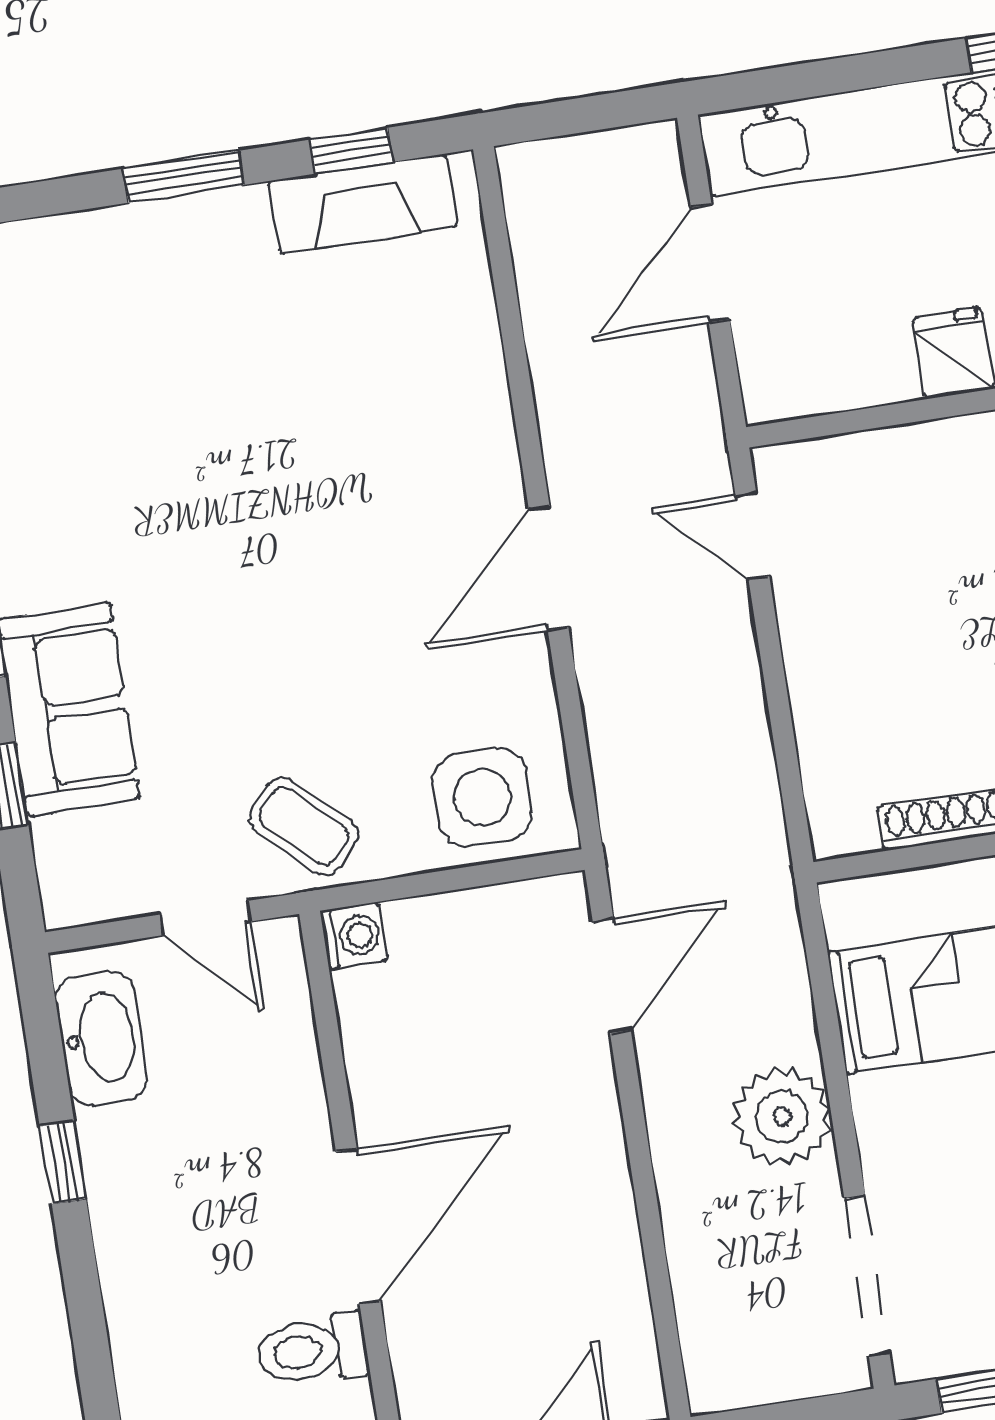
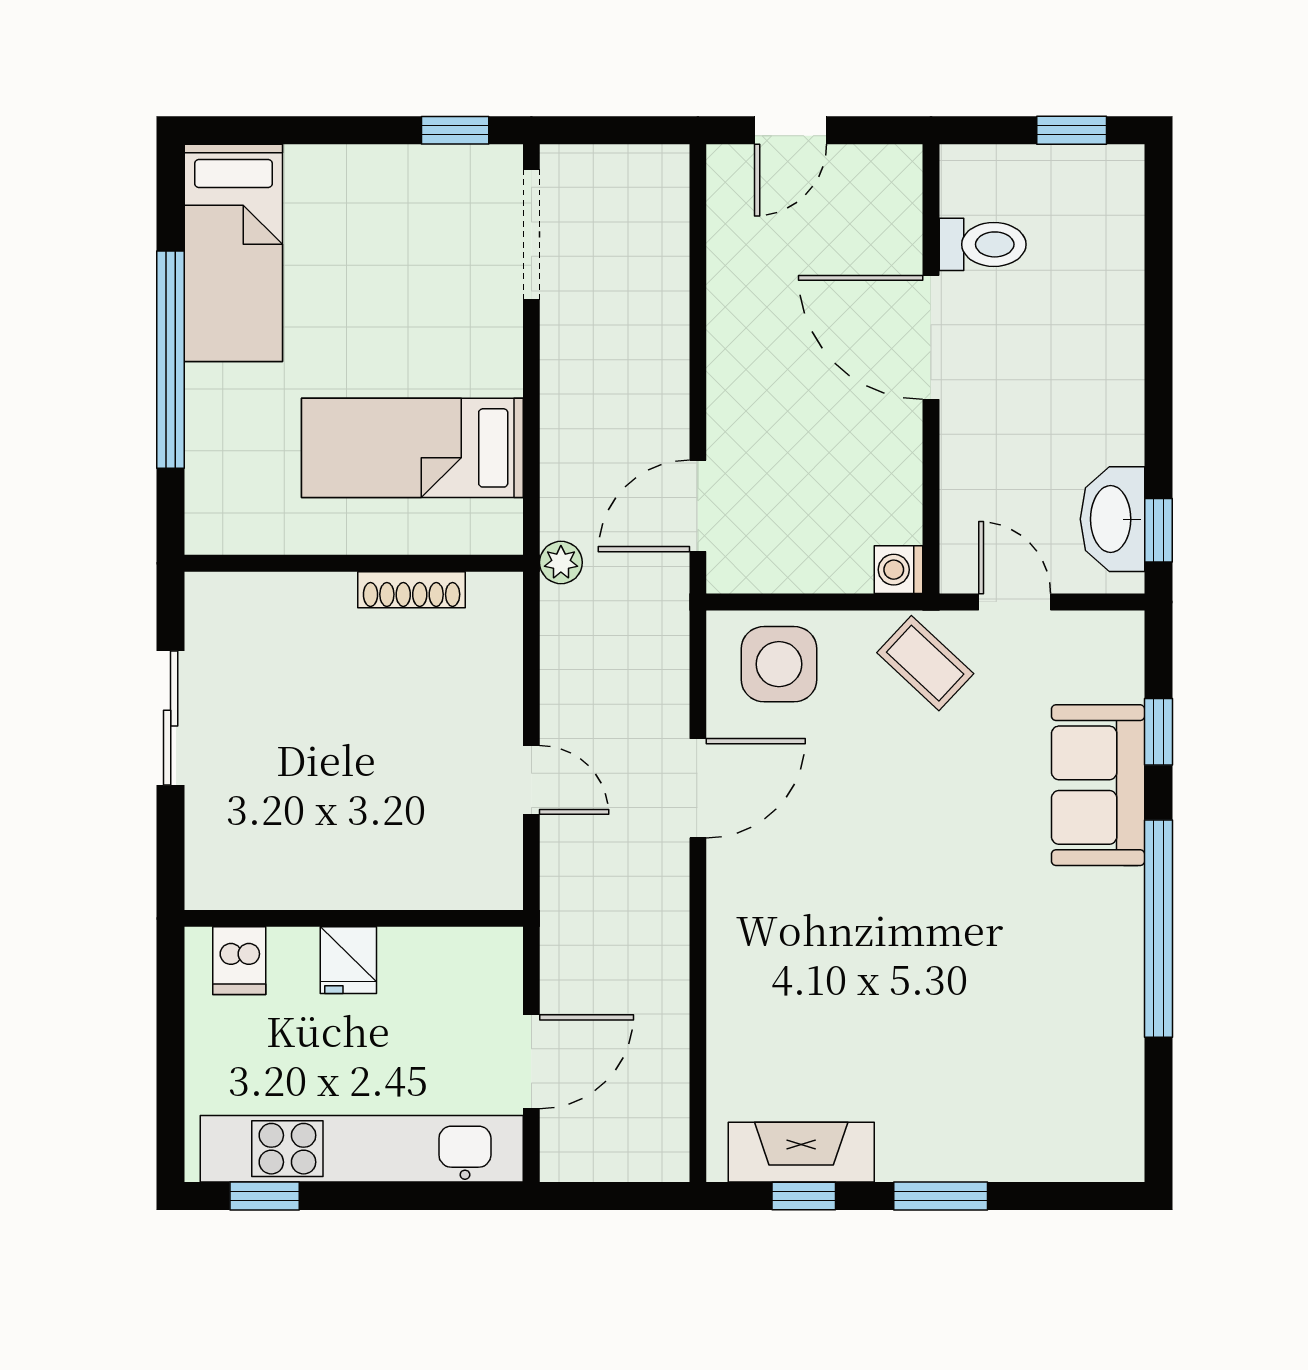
door: (752, 536) -> (531, 780), moved
door: (549, 568) -> (698, 788), moved
plant: (782, 1117) -> (561, 562), moved, width x0.53, depth x0.53
window: (63, 1163) -> (1159, 530), moved
door: (358, 1226) -> (931, 337), hinge flipped

